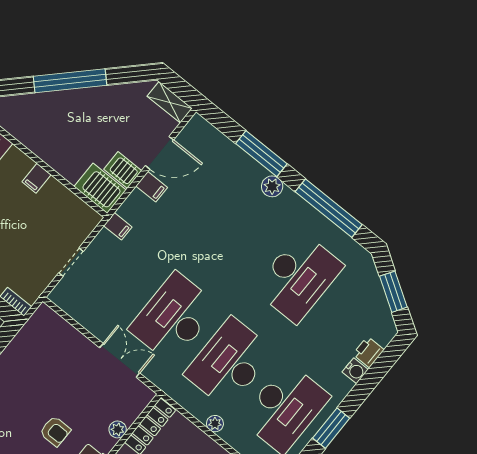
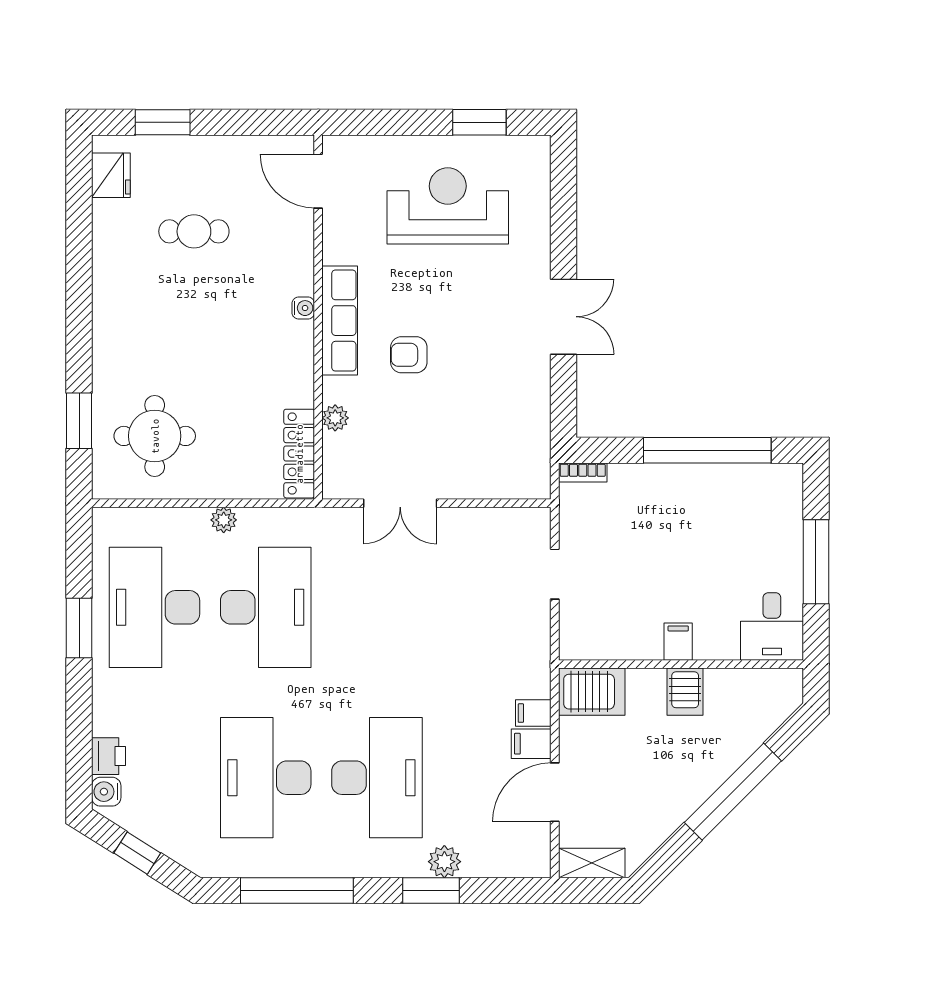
window: (261, 154) -> (431, 891), width x0.69
server rack: (123, 170) -> (685, 692), moved, turned 90
plant: (272, 186) -> (444, 862), moved
filing cabinet: (118, 226) -> (533, 713), moved
window: (393, 292) -> (137, 853), width x0.67
desk: (174, 318) -> (377, 778), moved
water cooler: (355, 371) -> (106, 792), moved

